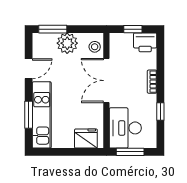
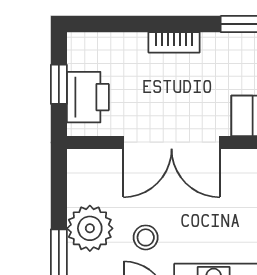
printer: (145, 42) -> (88, 97), moved
stool: (95, 47) -> (146, 237), moved

